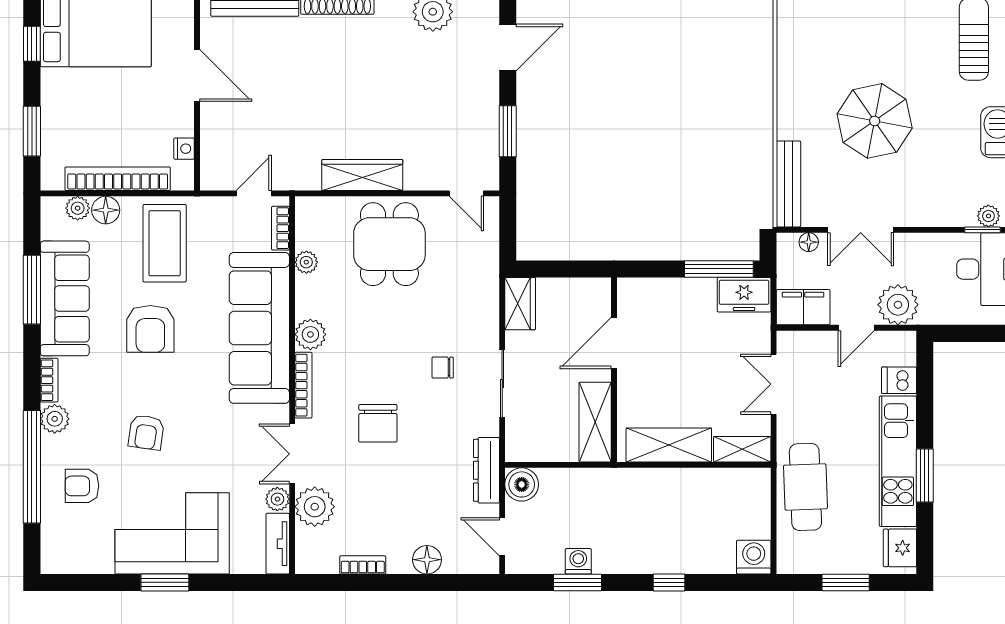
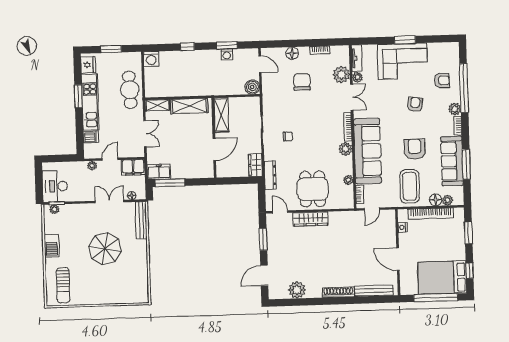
wardrobe: (362, 175) -> (311, 219), moved
plant: (898, 305) -> (92, 166), width x0.53, depth x0.53
chair: (378, 423) -> (302, 82), moved
dresser: (486, 470) -> (270, 175), moved

